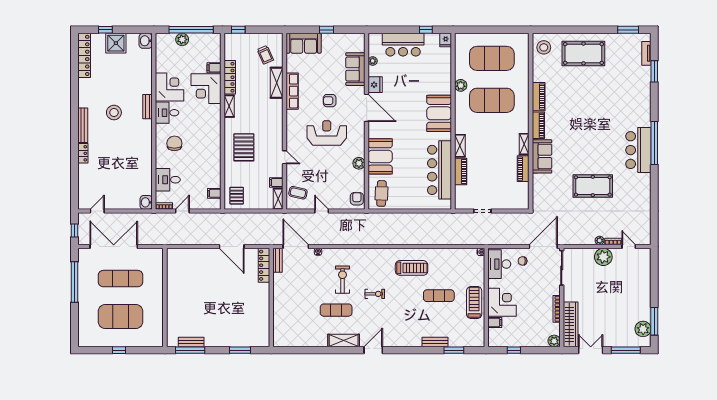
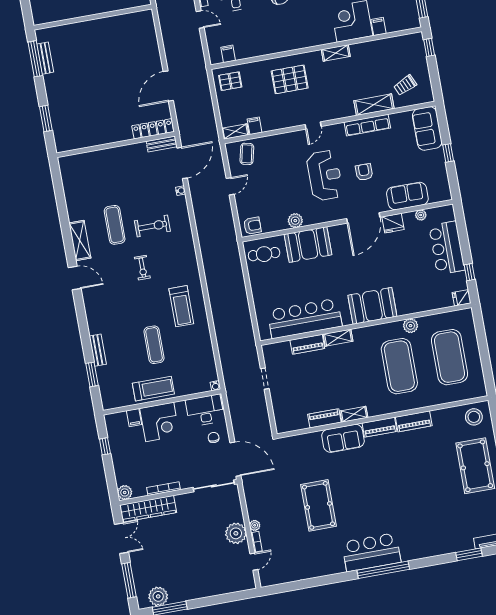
locker: (230, 77) -> (371, 47), removed
door: (285, 157) -> (313, 125), moved

